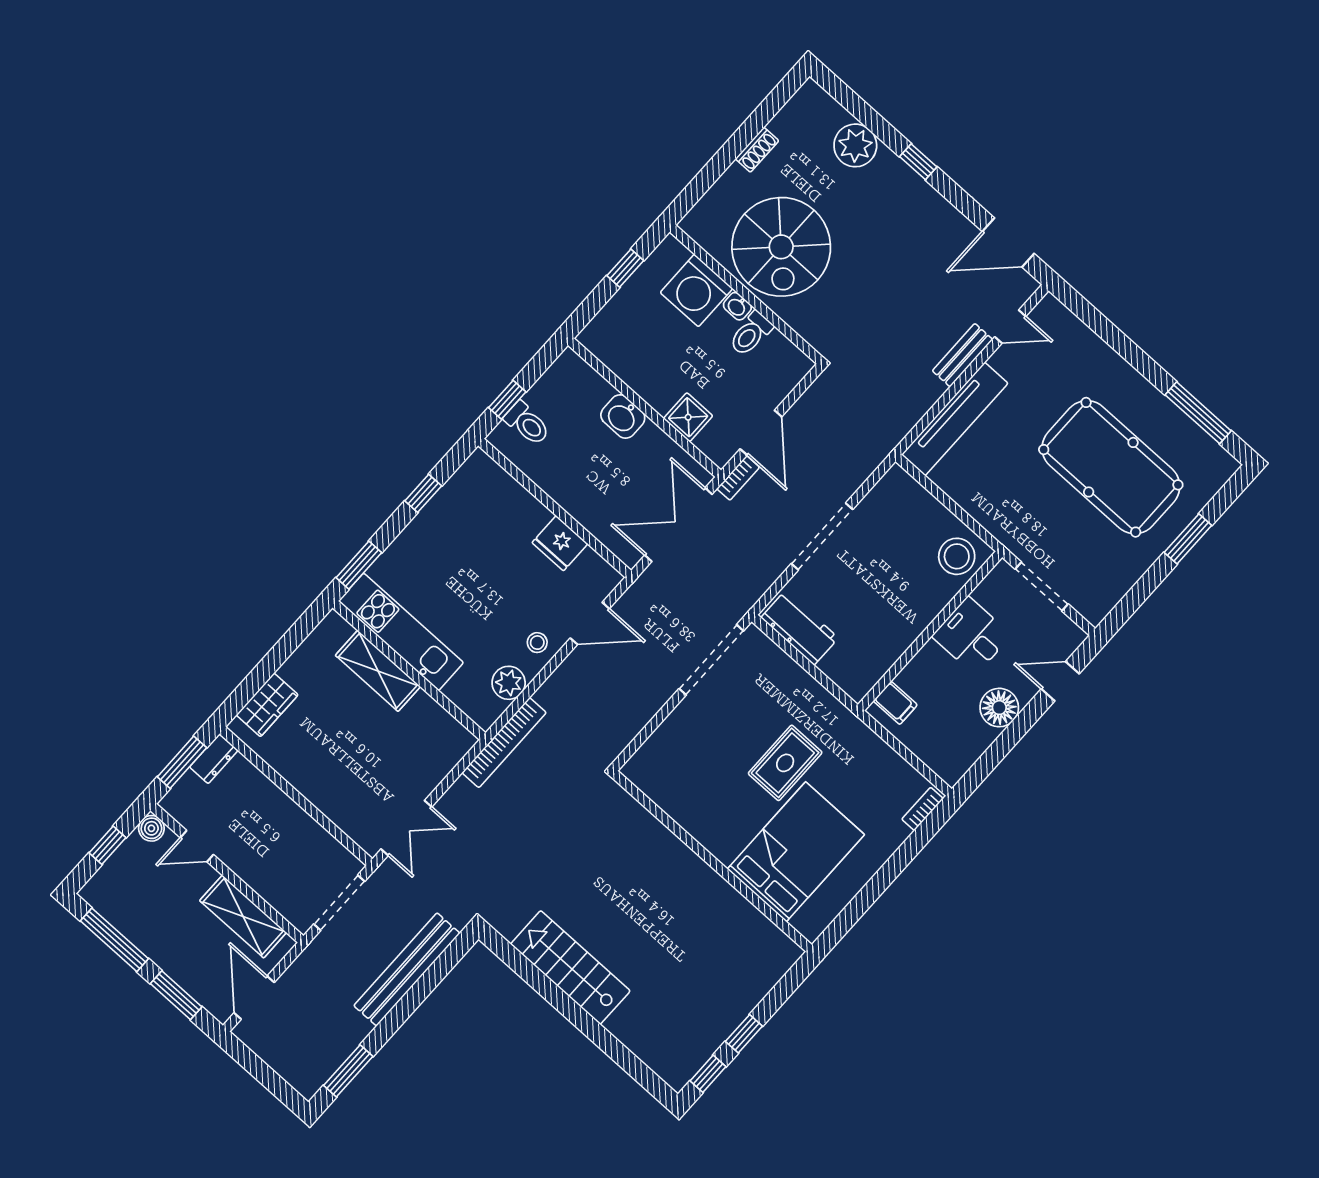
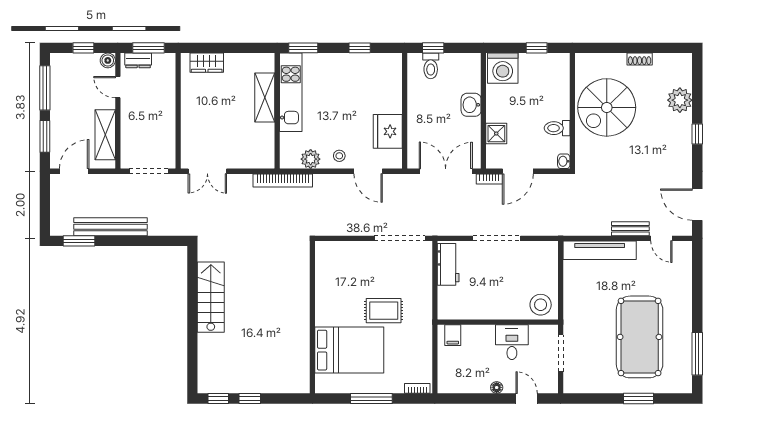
washing machine: (696, 290) -> (503, 68), moved, turned -90
washbasin: (737, 306) -> (564, 161), moved
fridge: (560, 543) -> (388, 131), width x1.36, depth x1.34
floor lamp: (999, 708) -> (497, 388), width x0.53, depth x0.53
dresser: (214, 759) -> (138, 60), moved
window: (883, 879) -> (371, 399), added
bench: (407, 969) -> (111, 227), moved

